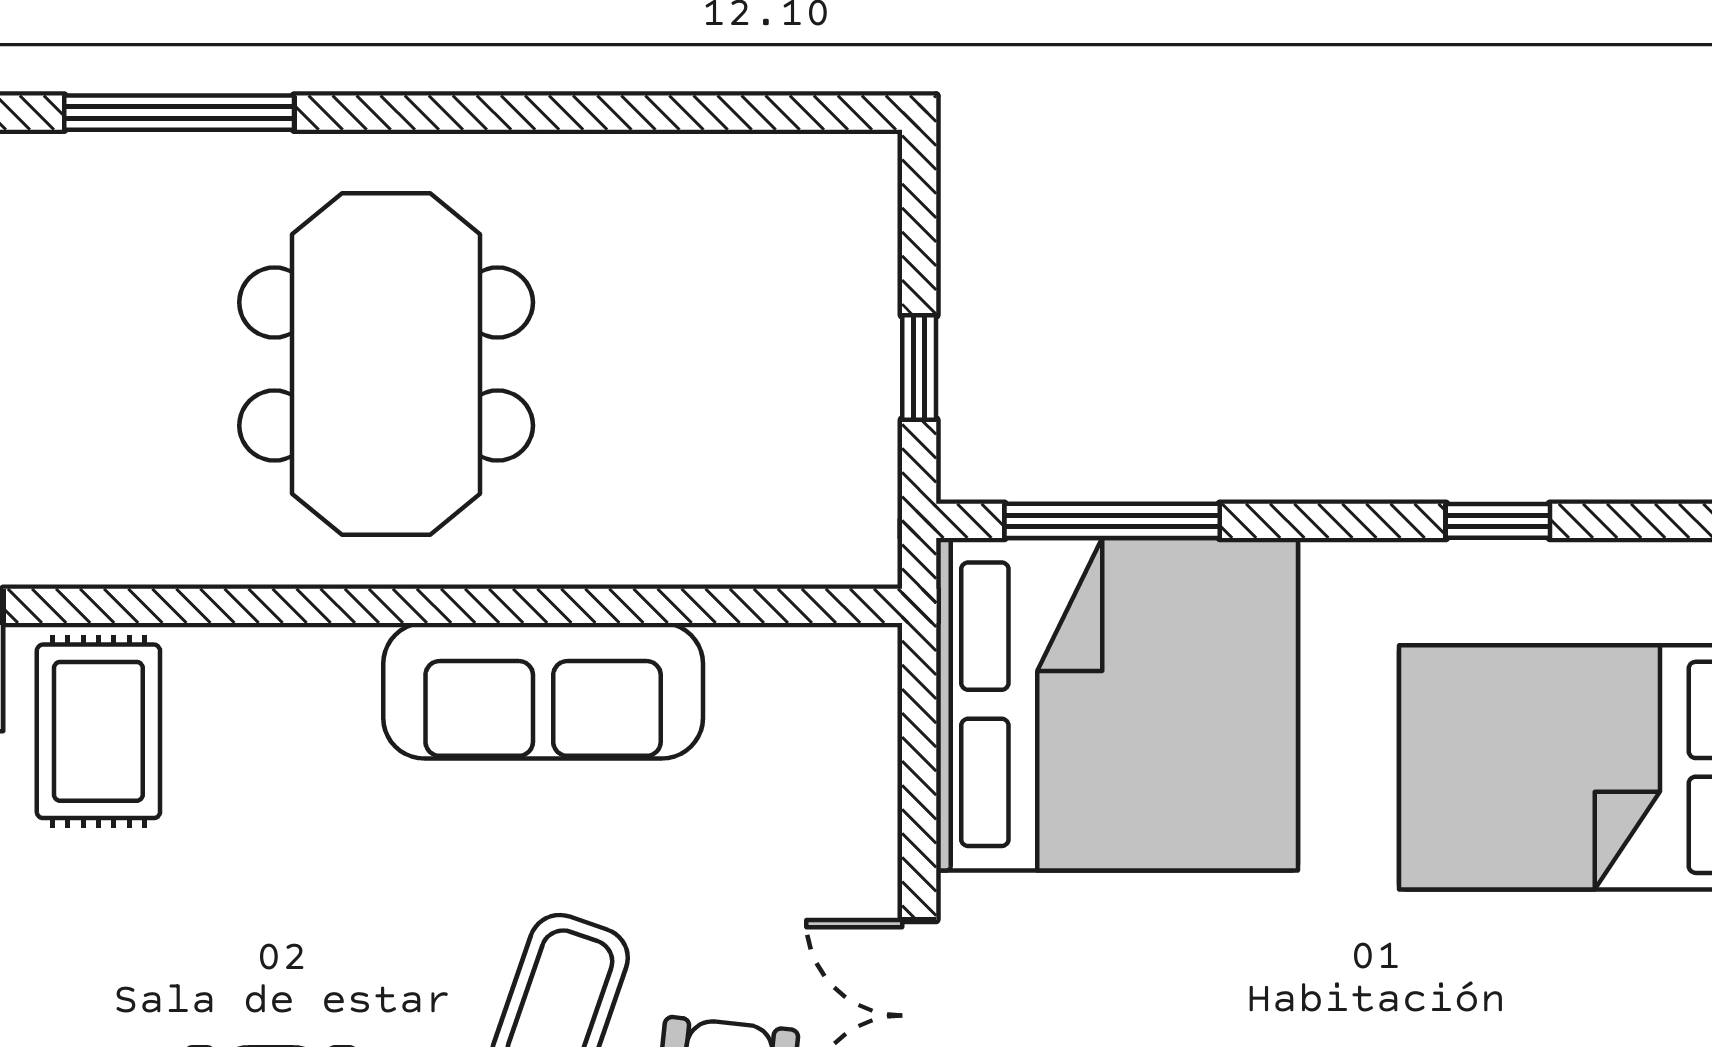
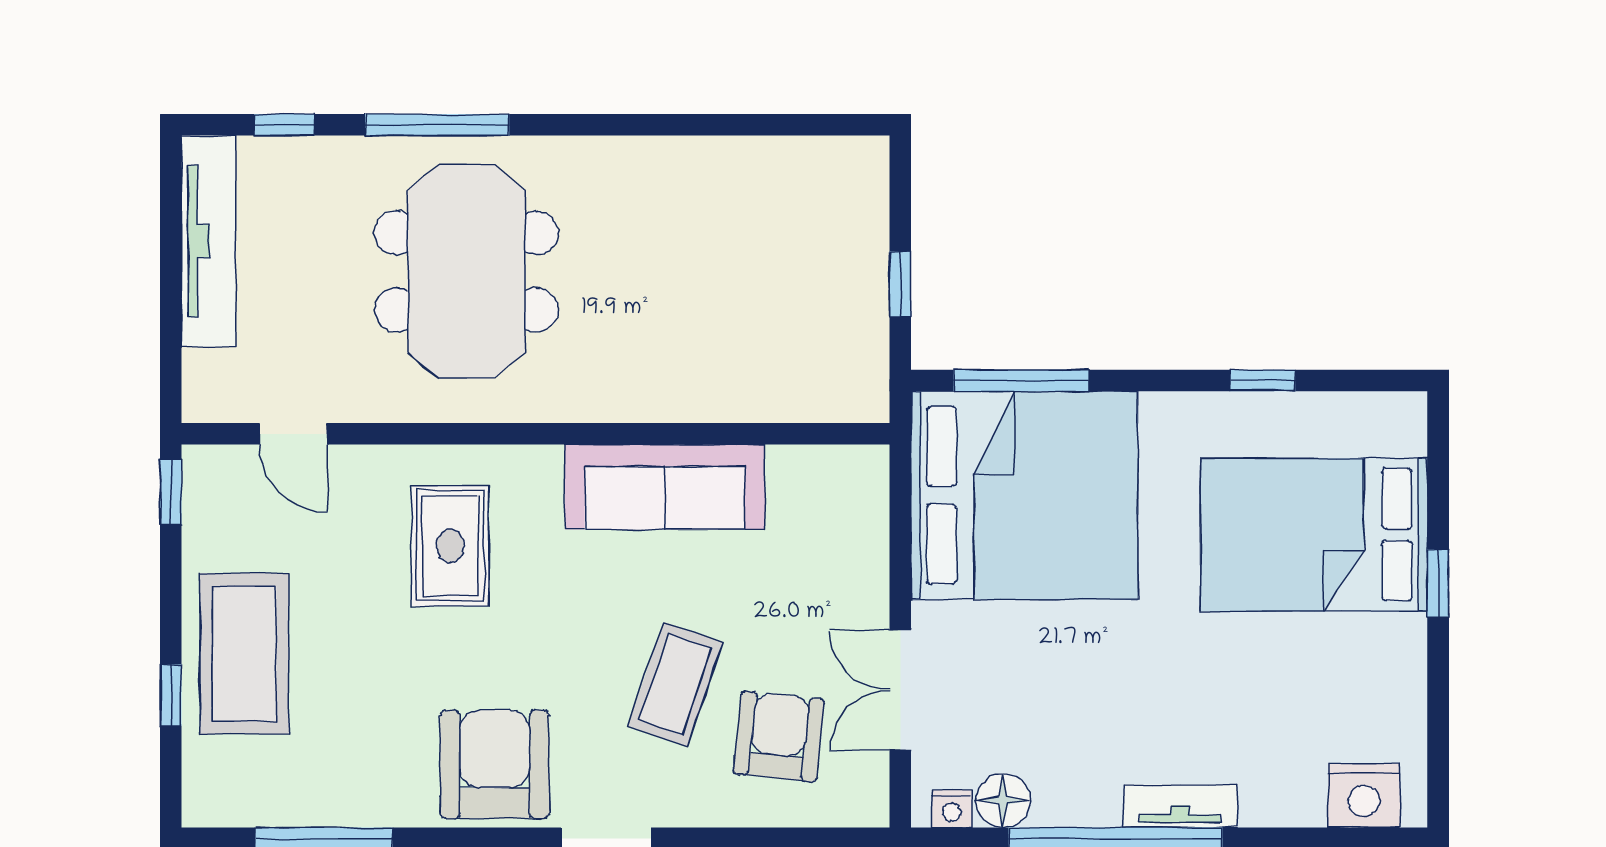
meeting table: (386, 364) -> (466, 271), moved
rug: (98, 731) -> (450, 546), moved

